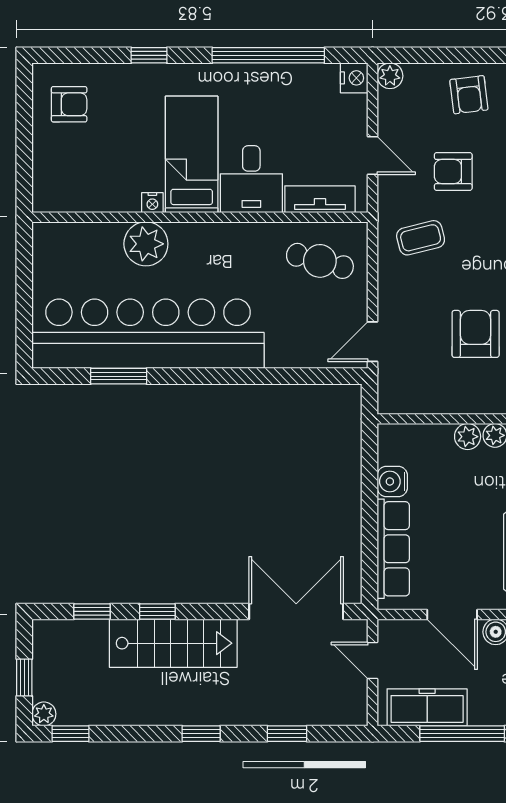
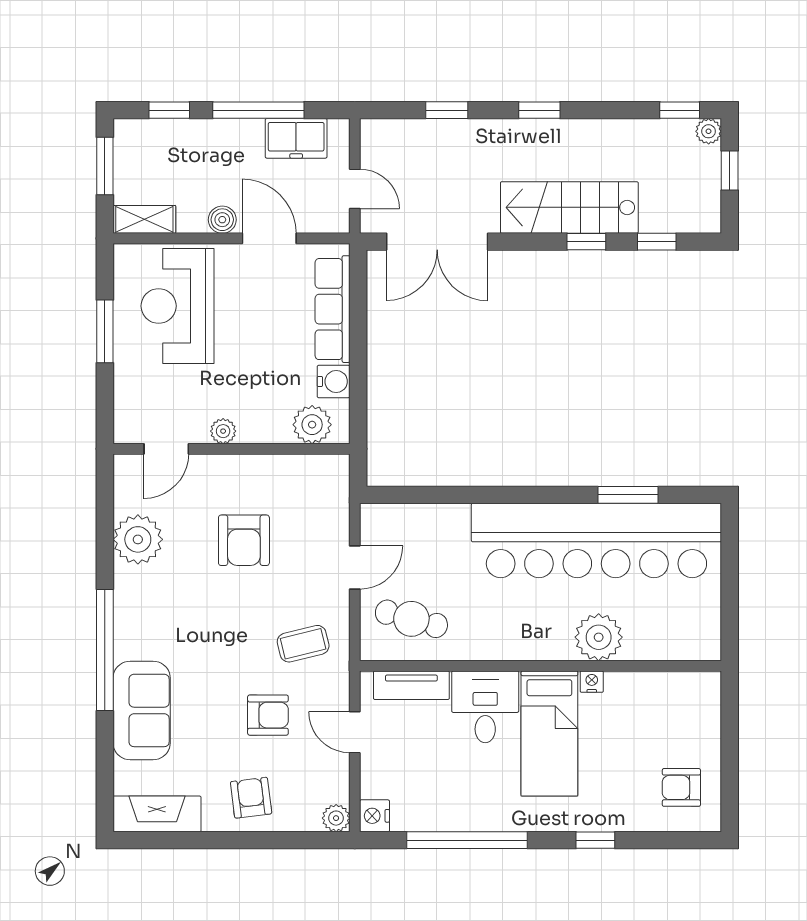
door: (373, 342) -> (355, 568), moved
plant: (468, 437) -> (312, 425), moved, width x1.38, depth x1.38
freezer: (427, 707) -> (296, 138), width x0.71

